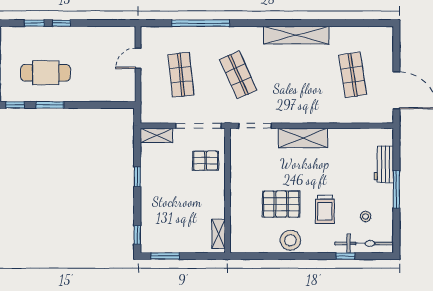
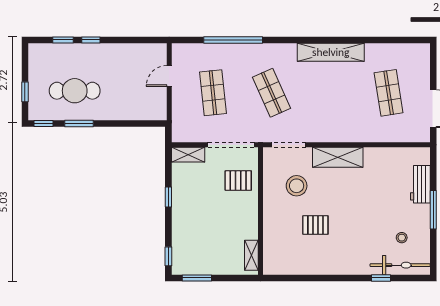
pallet: (281, 204) -> (315, 225), width x0.67, depth x0.71
trolley: (325, 209) -> (360, 230), removed
stool: (290, 240) -> (297, 186), moved

